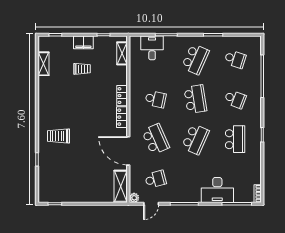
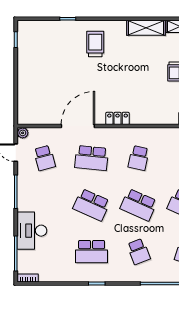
locker: (122, 96) -> (143, 119), removed
school desk: (195, 99) -> (139, 205), turned 33
school desk: (235, 99) -> (139, 252), turned -42
school desk: (156, 139) -> (92, 158), turned 30
shelving: (121, 186) -> (146, 28), moved

